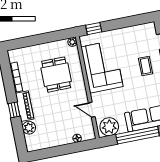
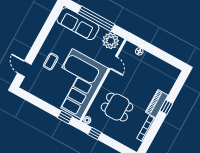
window: (56, 36) -> (95, 133), added
corner sofa: (102, 67) -> (76, 84), width x1.36, depth x1.36
dining table: (56, 75) -> (117, 107), turned 90
plant: (29, 128) -> (166, 86), removed

